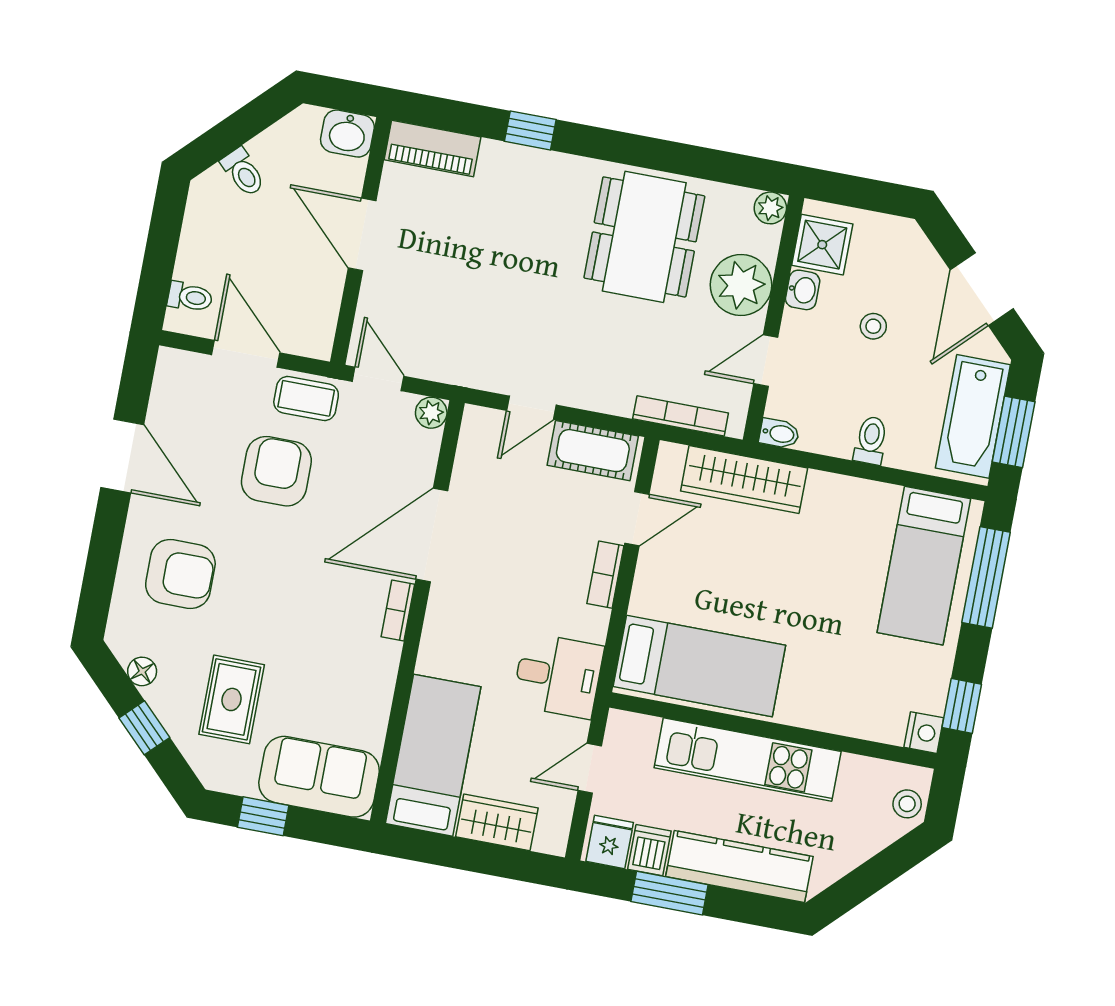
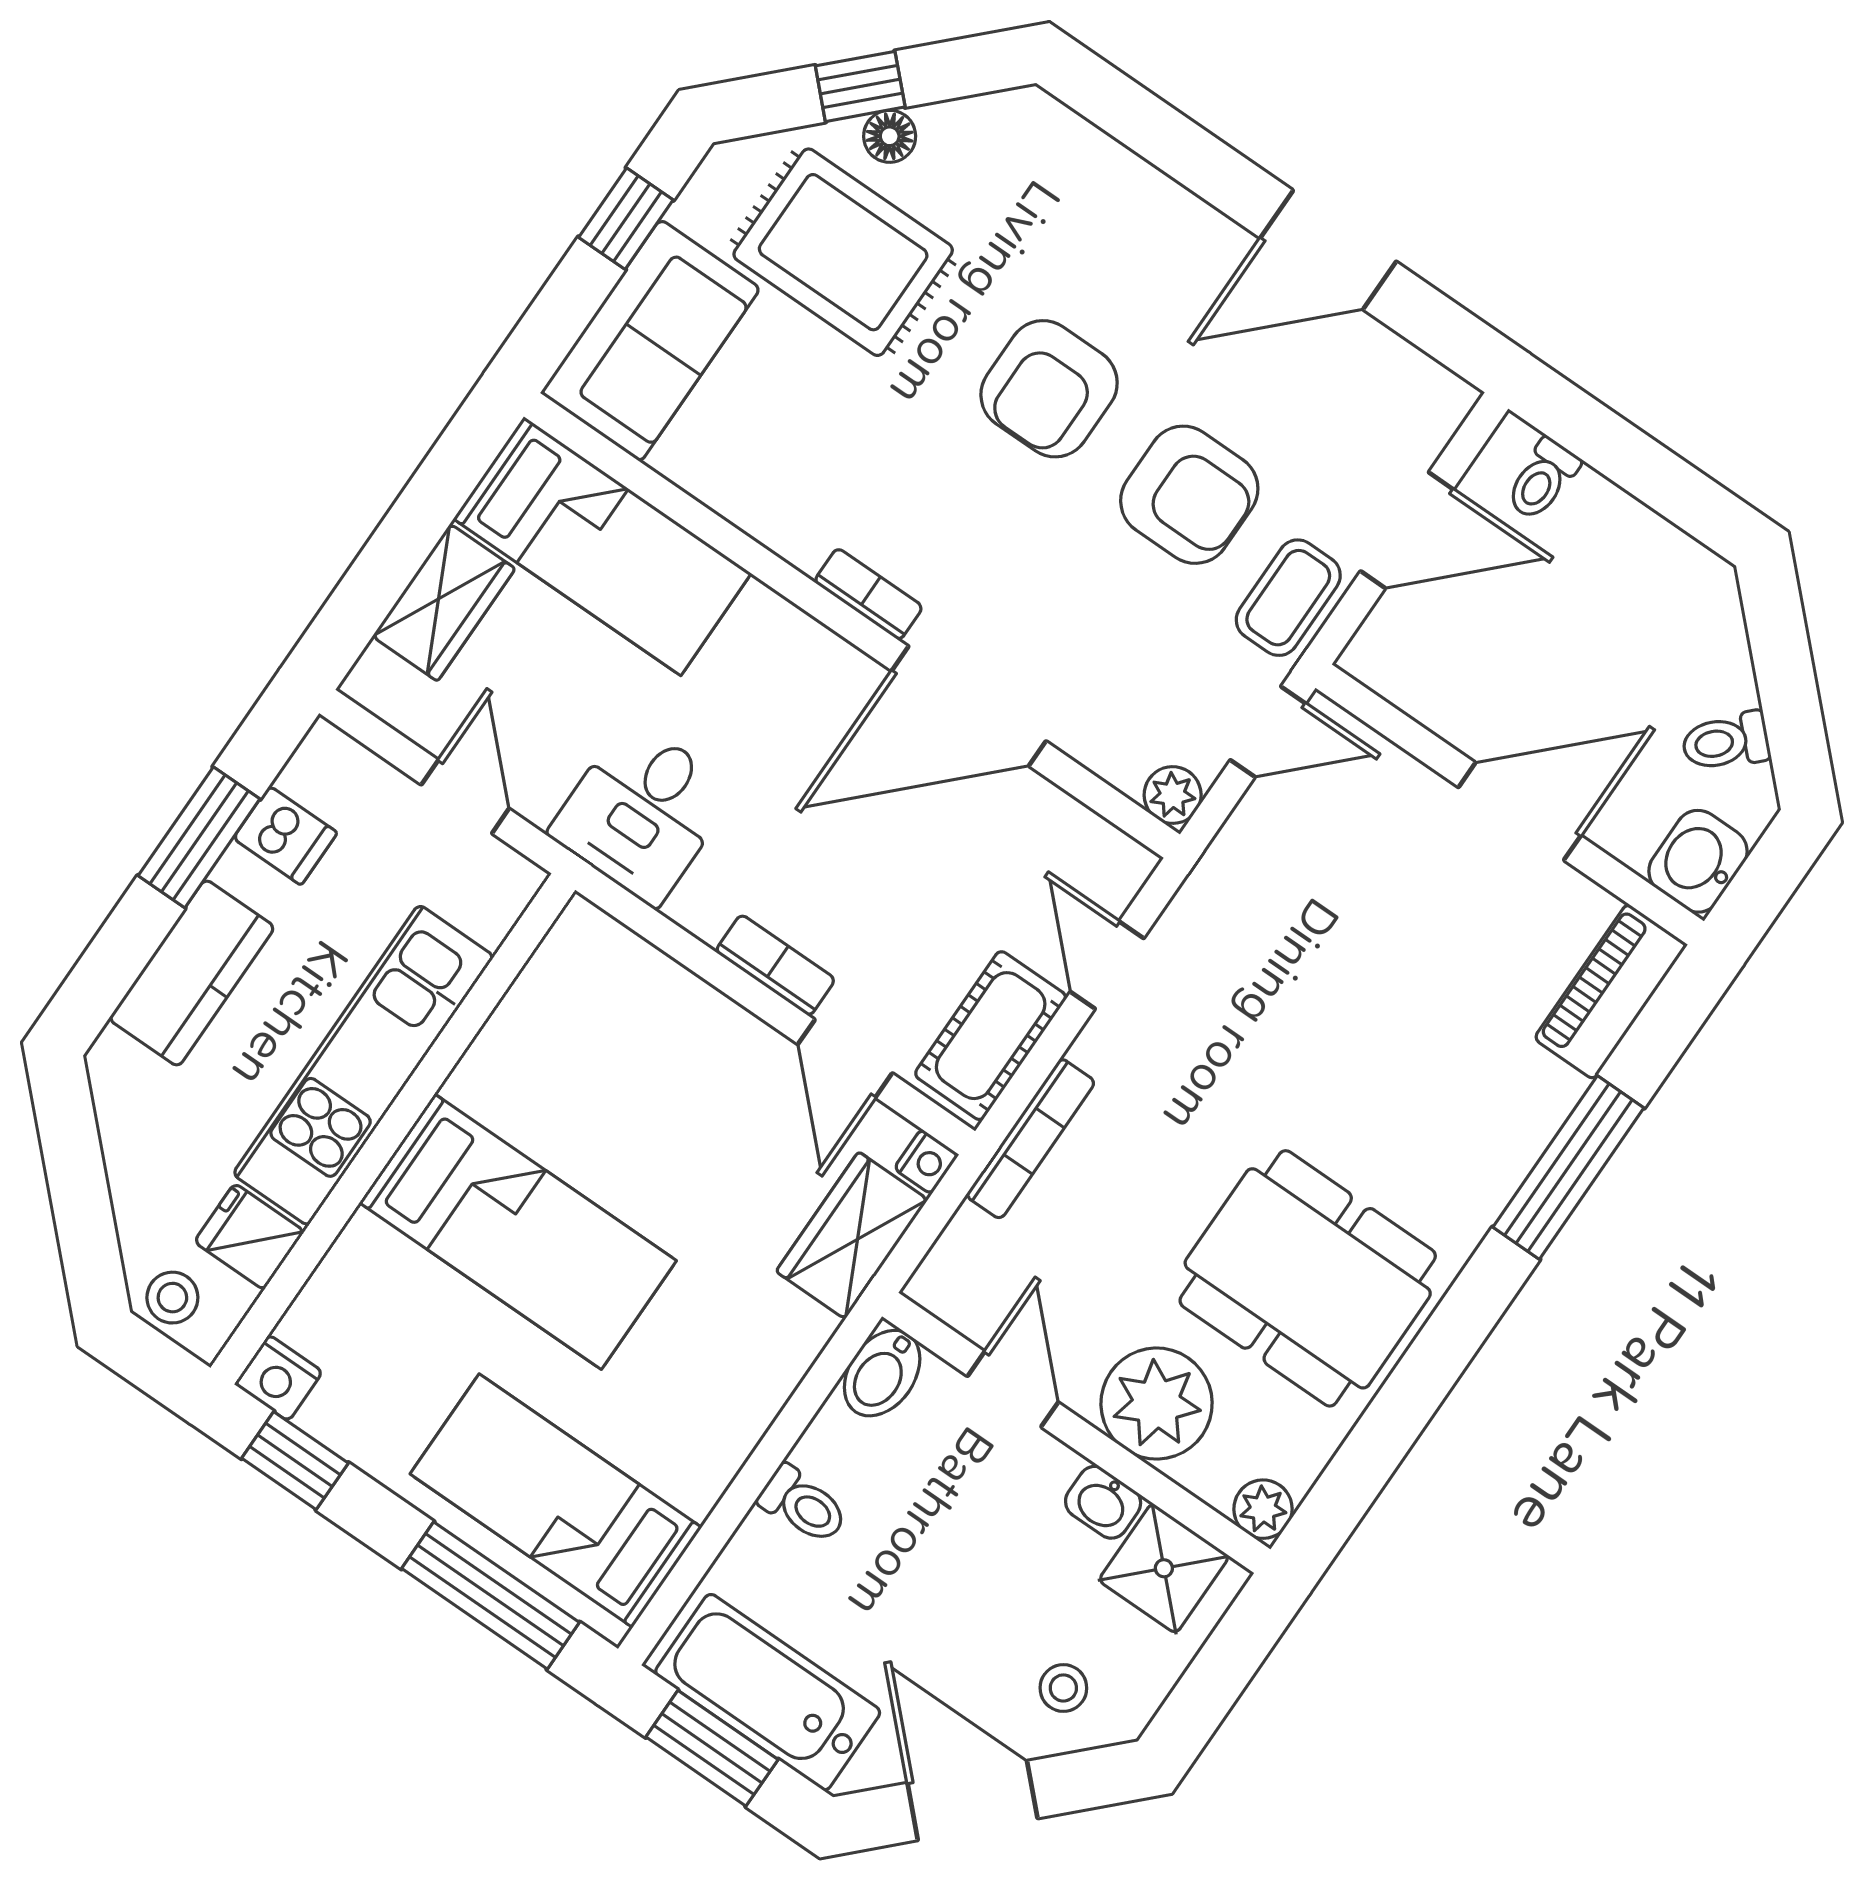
window: (530, 130) -> (1568, 1167), width x2.17
toilet: (243, 172) -> (1726, 742), moved
stool: (873, 326) -> (1063, 1688), moved
bookcase: (681, 416) -> (1031, 1139), moved
bidet: (779, 434) -> (882, 1373), width x1.38, depth x1.36
nightstand: (671, 455) -> (926, 1162), added
wardrobe: (744, 480) -> (852, 1235), width x0.67
door: (432, 535) -> (969, 706), swing flipped
armchair: (180, 574) -> (1049, 389), moved
bed: (699, 666) -> (518, 1232), moved, turned -90
floor lamp: (142, 671) -> (890, 136), moved
rug: (232, 699) -> (843, 252), width x1.36, depth x1.43
fridge: (610, 842) -> (249, 1237), moved, turned 180
kitchen counter: (739, 866) -> (192, 973), width x0.67

